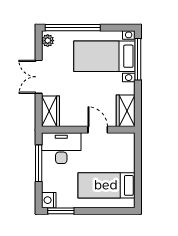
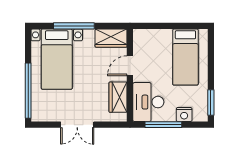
plant: (48, 41) -> (41, 116), removed
window: (138, 59) -> (74, 26), moved
wardrobe: (50, 111) -> (118, 97), moved, turned -90
nightstand: (49, 200) -> (184, 115), moved

